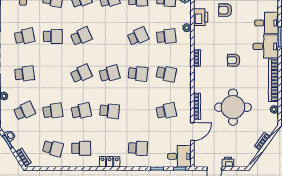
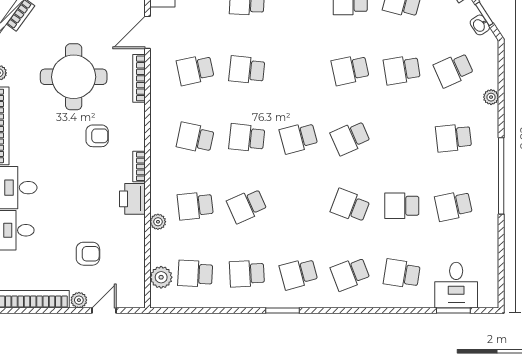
printer: (201, 17) -> (132, 199), moved
school desk: (81, 36) -> (350, 206), turned 45
armchair: (234, 60) -> (97, 136), moved
school desk: (110, 111) -> (247, 70), moved

